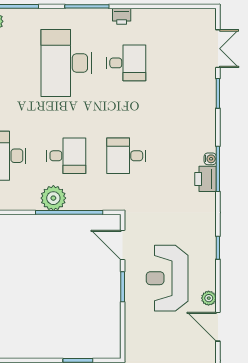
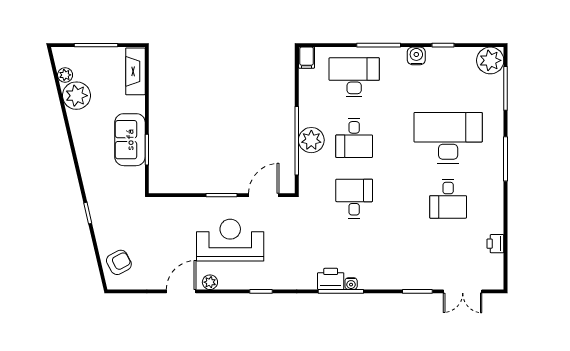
printer: (122, 16) -> (495, 244), moved
plant: (53, 198) -> (311, 140), moved

